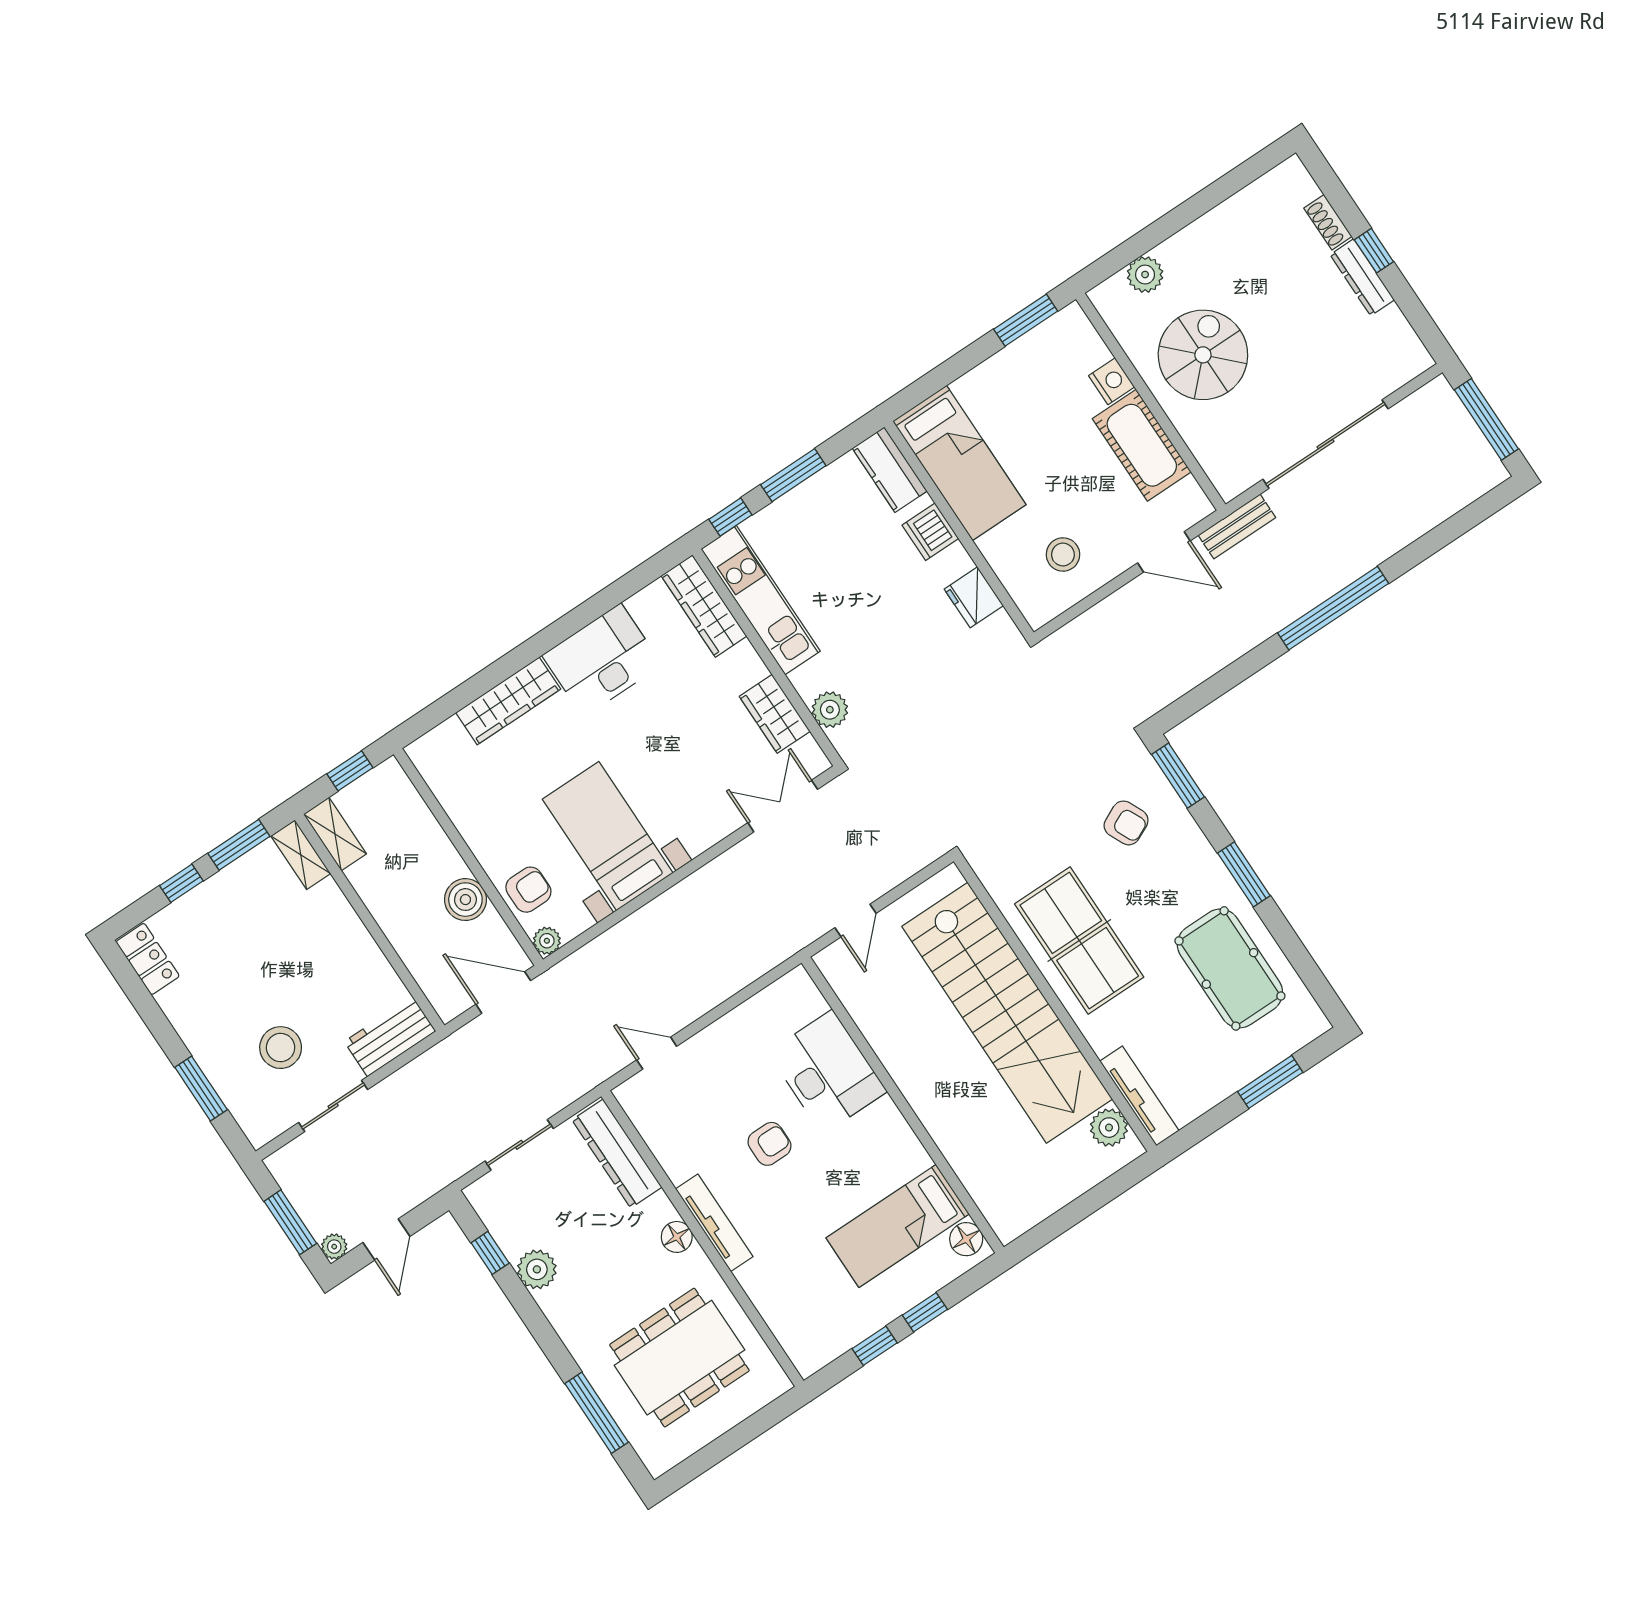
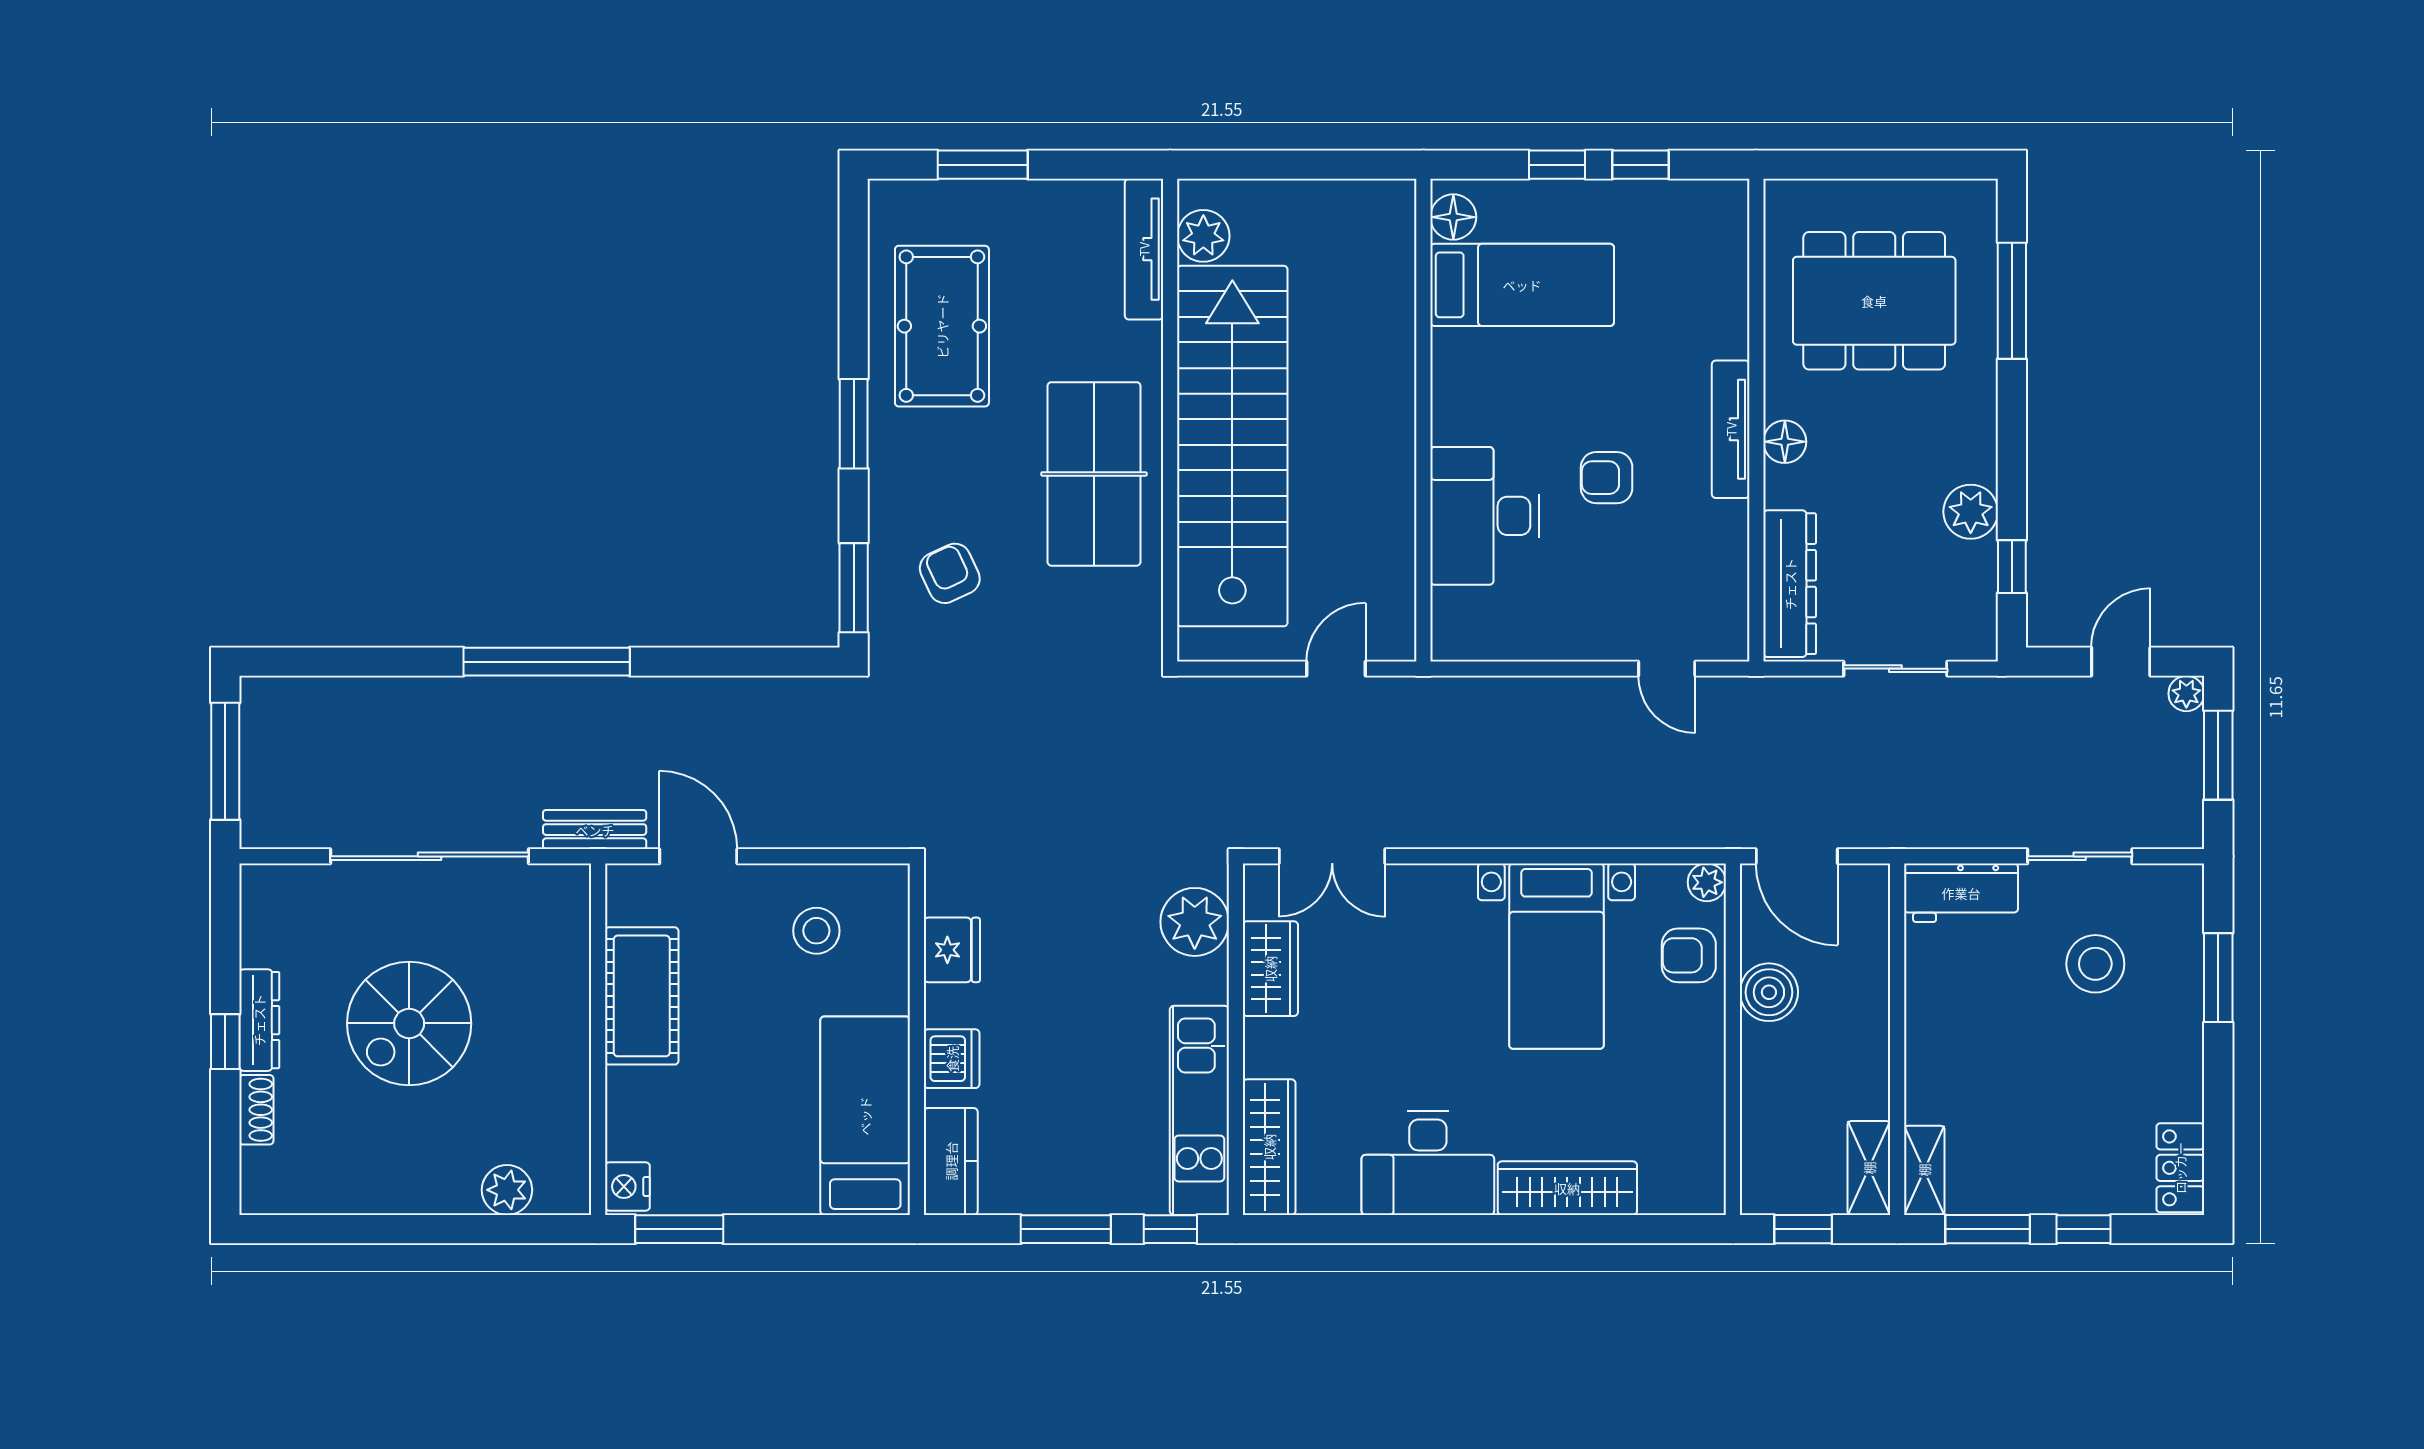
spiral stairs: (1203, 355) -> (409, 1023), moved
nightstand: (1112, 381) -> (627, 1187), moved
plant: (830, 710) -> (1195, 922), width x1.36, depth x1.36

